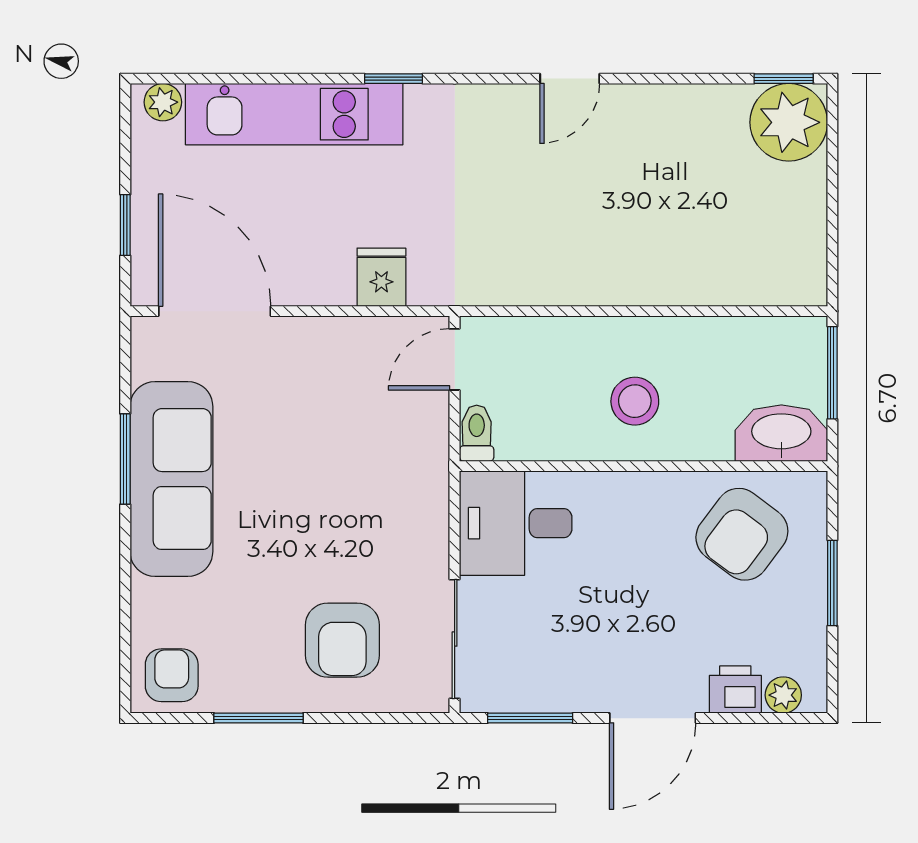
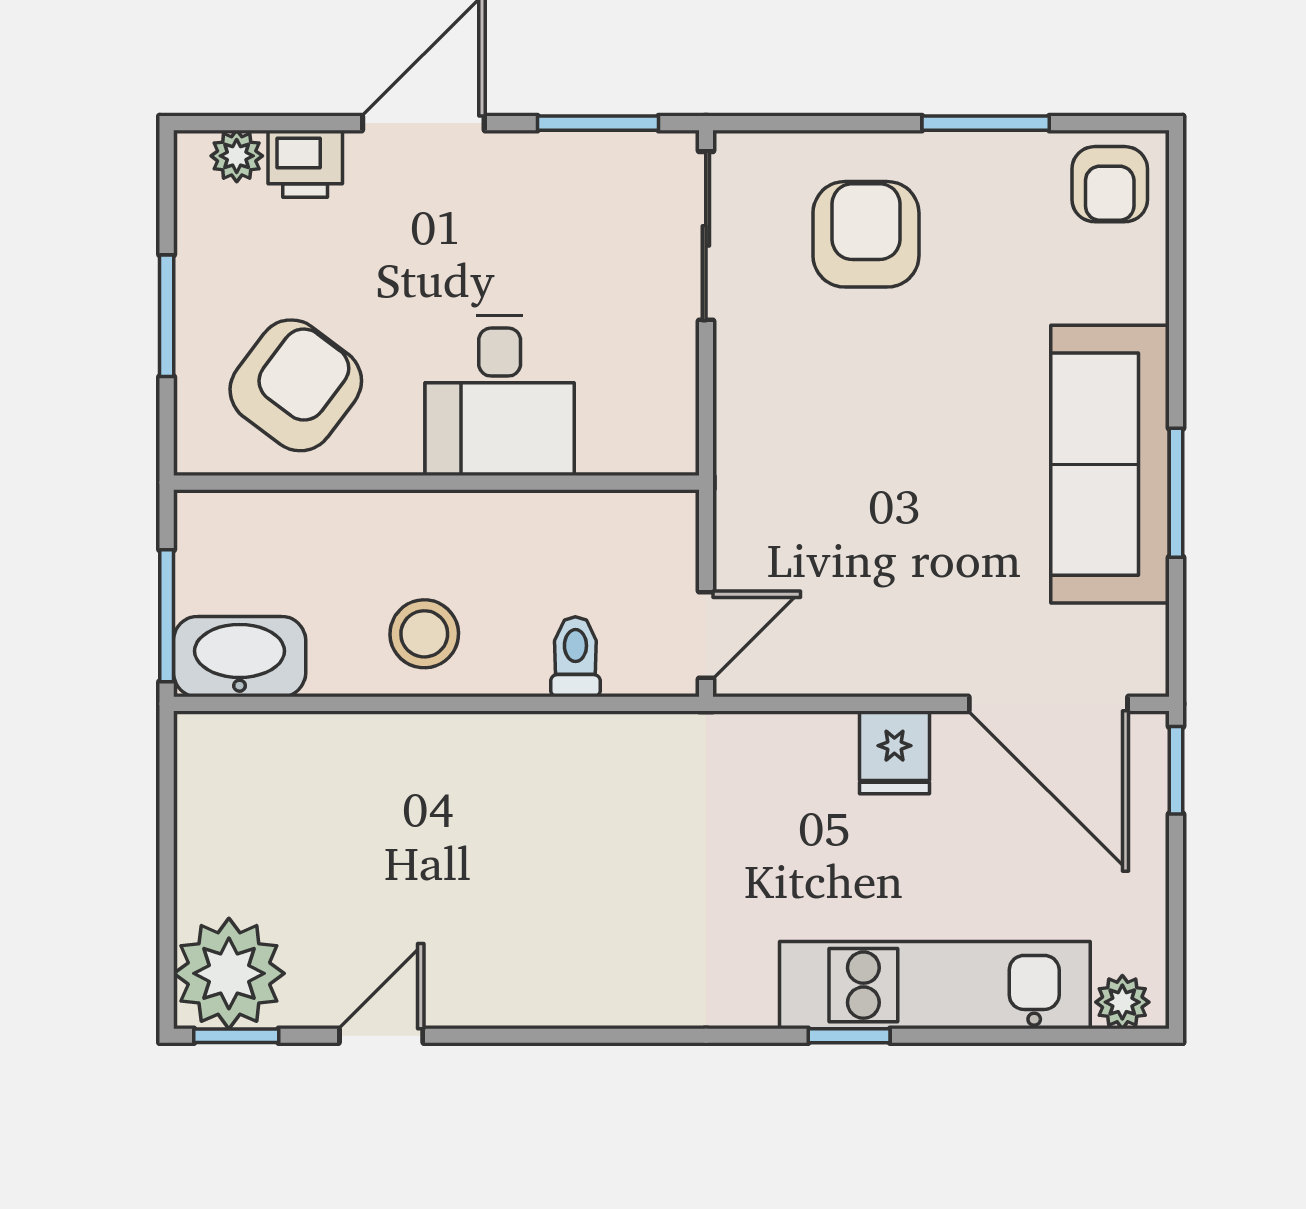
window: (393, 79) -> (849, 1036), moved
door: (570, 79) -> (381, 1036), moved
window: (125, 225) -> (1176, 770), moved
fridge: (381, 277) -> (894, 752), moved
stool: (635, 401) -> (424, 634), moved
toilet: (477, 433) -> (575, 657), moved, turned 180
washbasin: (781, 433) -> (240, 657), moved, turned 180
desk: (516, 523) -> (500, 395), moved, turned 90

